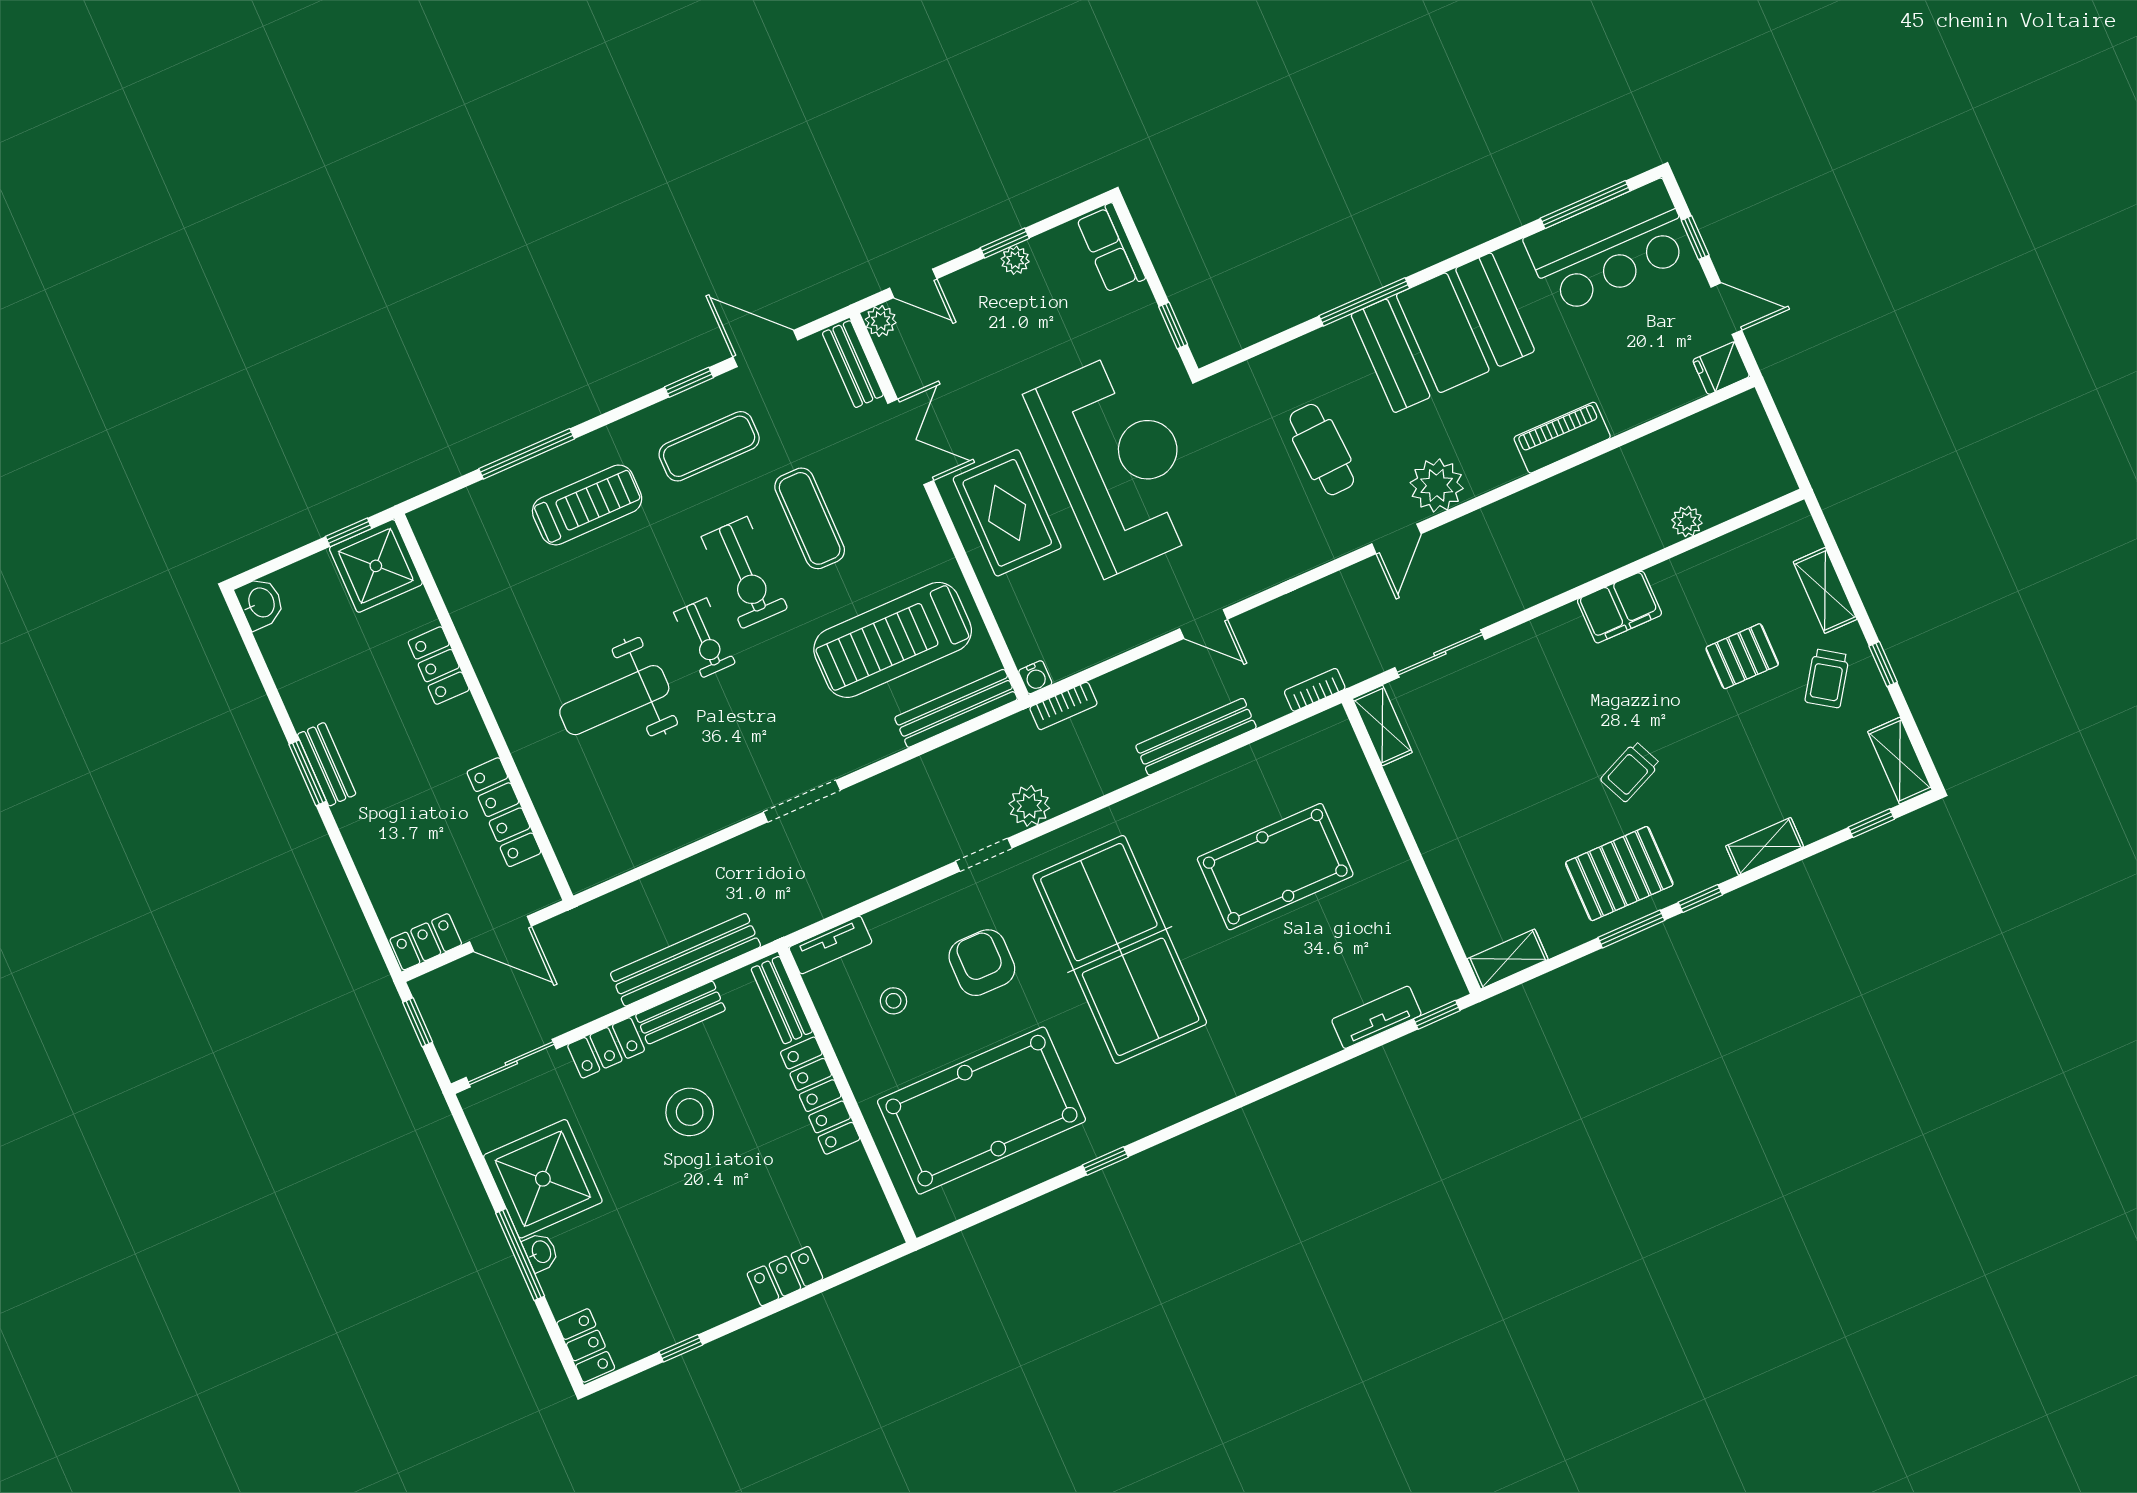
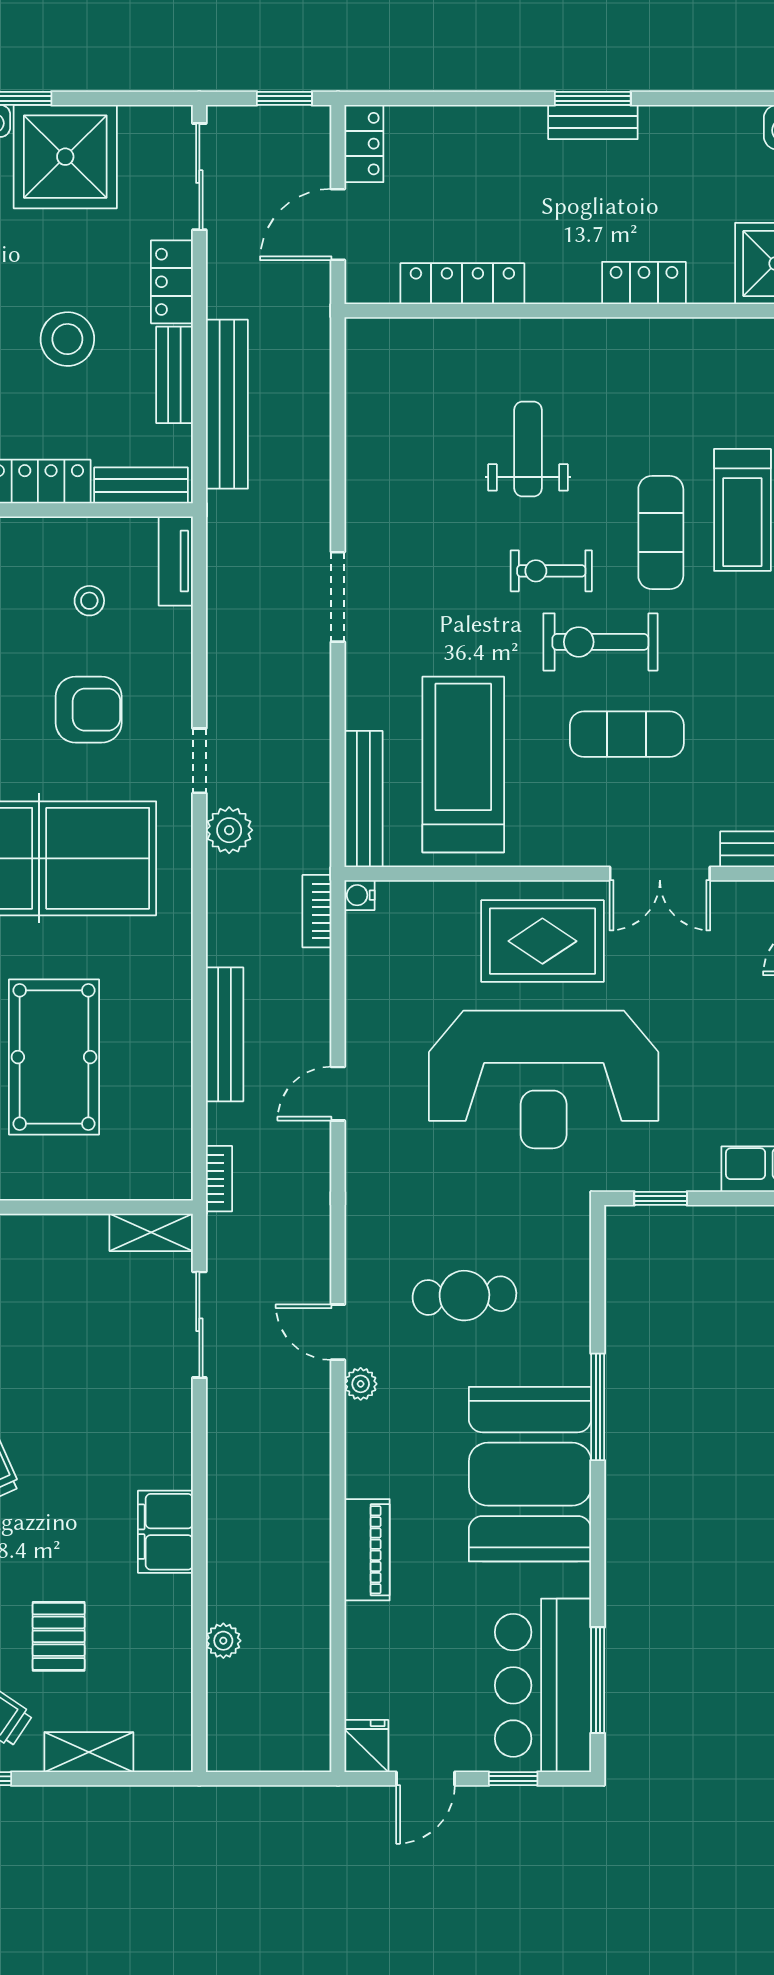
exercise mat: (709, 446) -> (661, 533), moved
plant: (1437, 485) -> (361, 1384), width x0.53, depth x0.53
weight bench: (614, 700) -> (528, 449), width x0.73, depth x0.75

